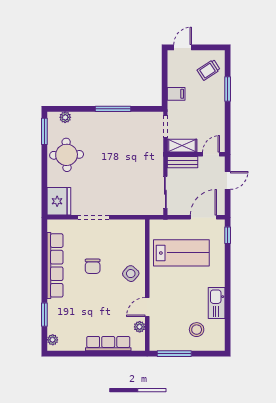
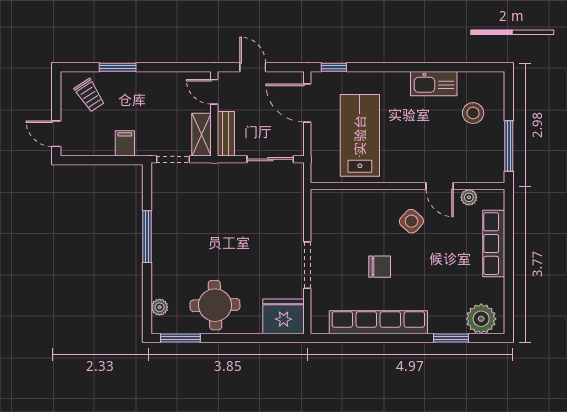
side table: (131, 274) -> (411, 221), moved
plant: (53, 340) -> (481, 319), width x1.88, depth x1.88

